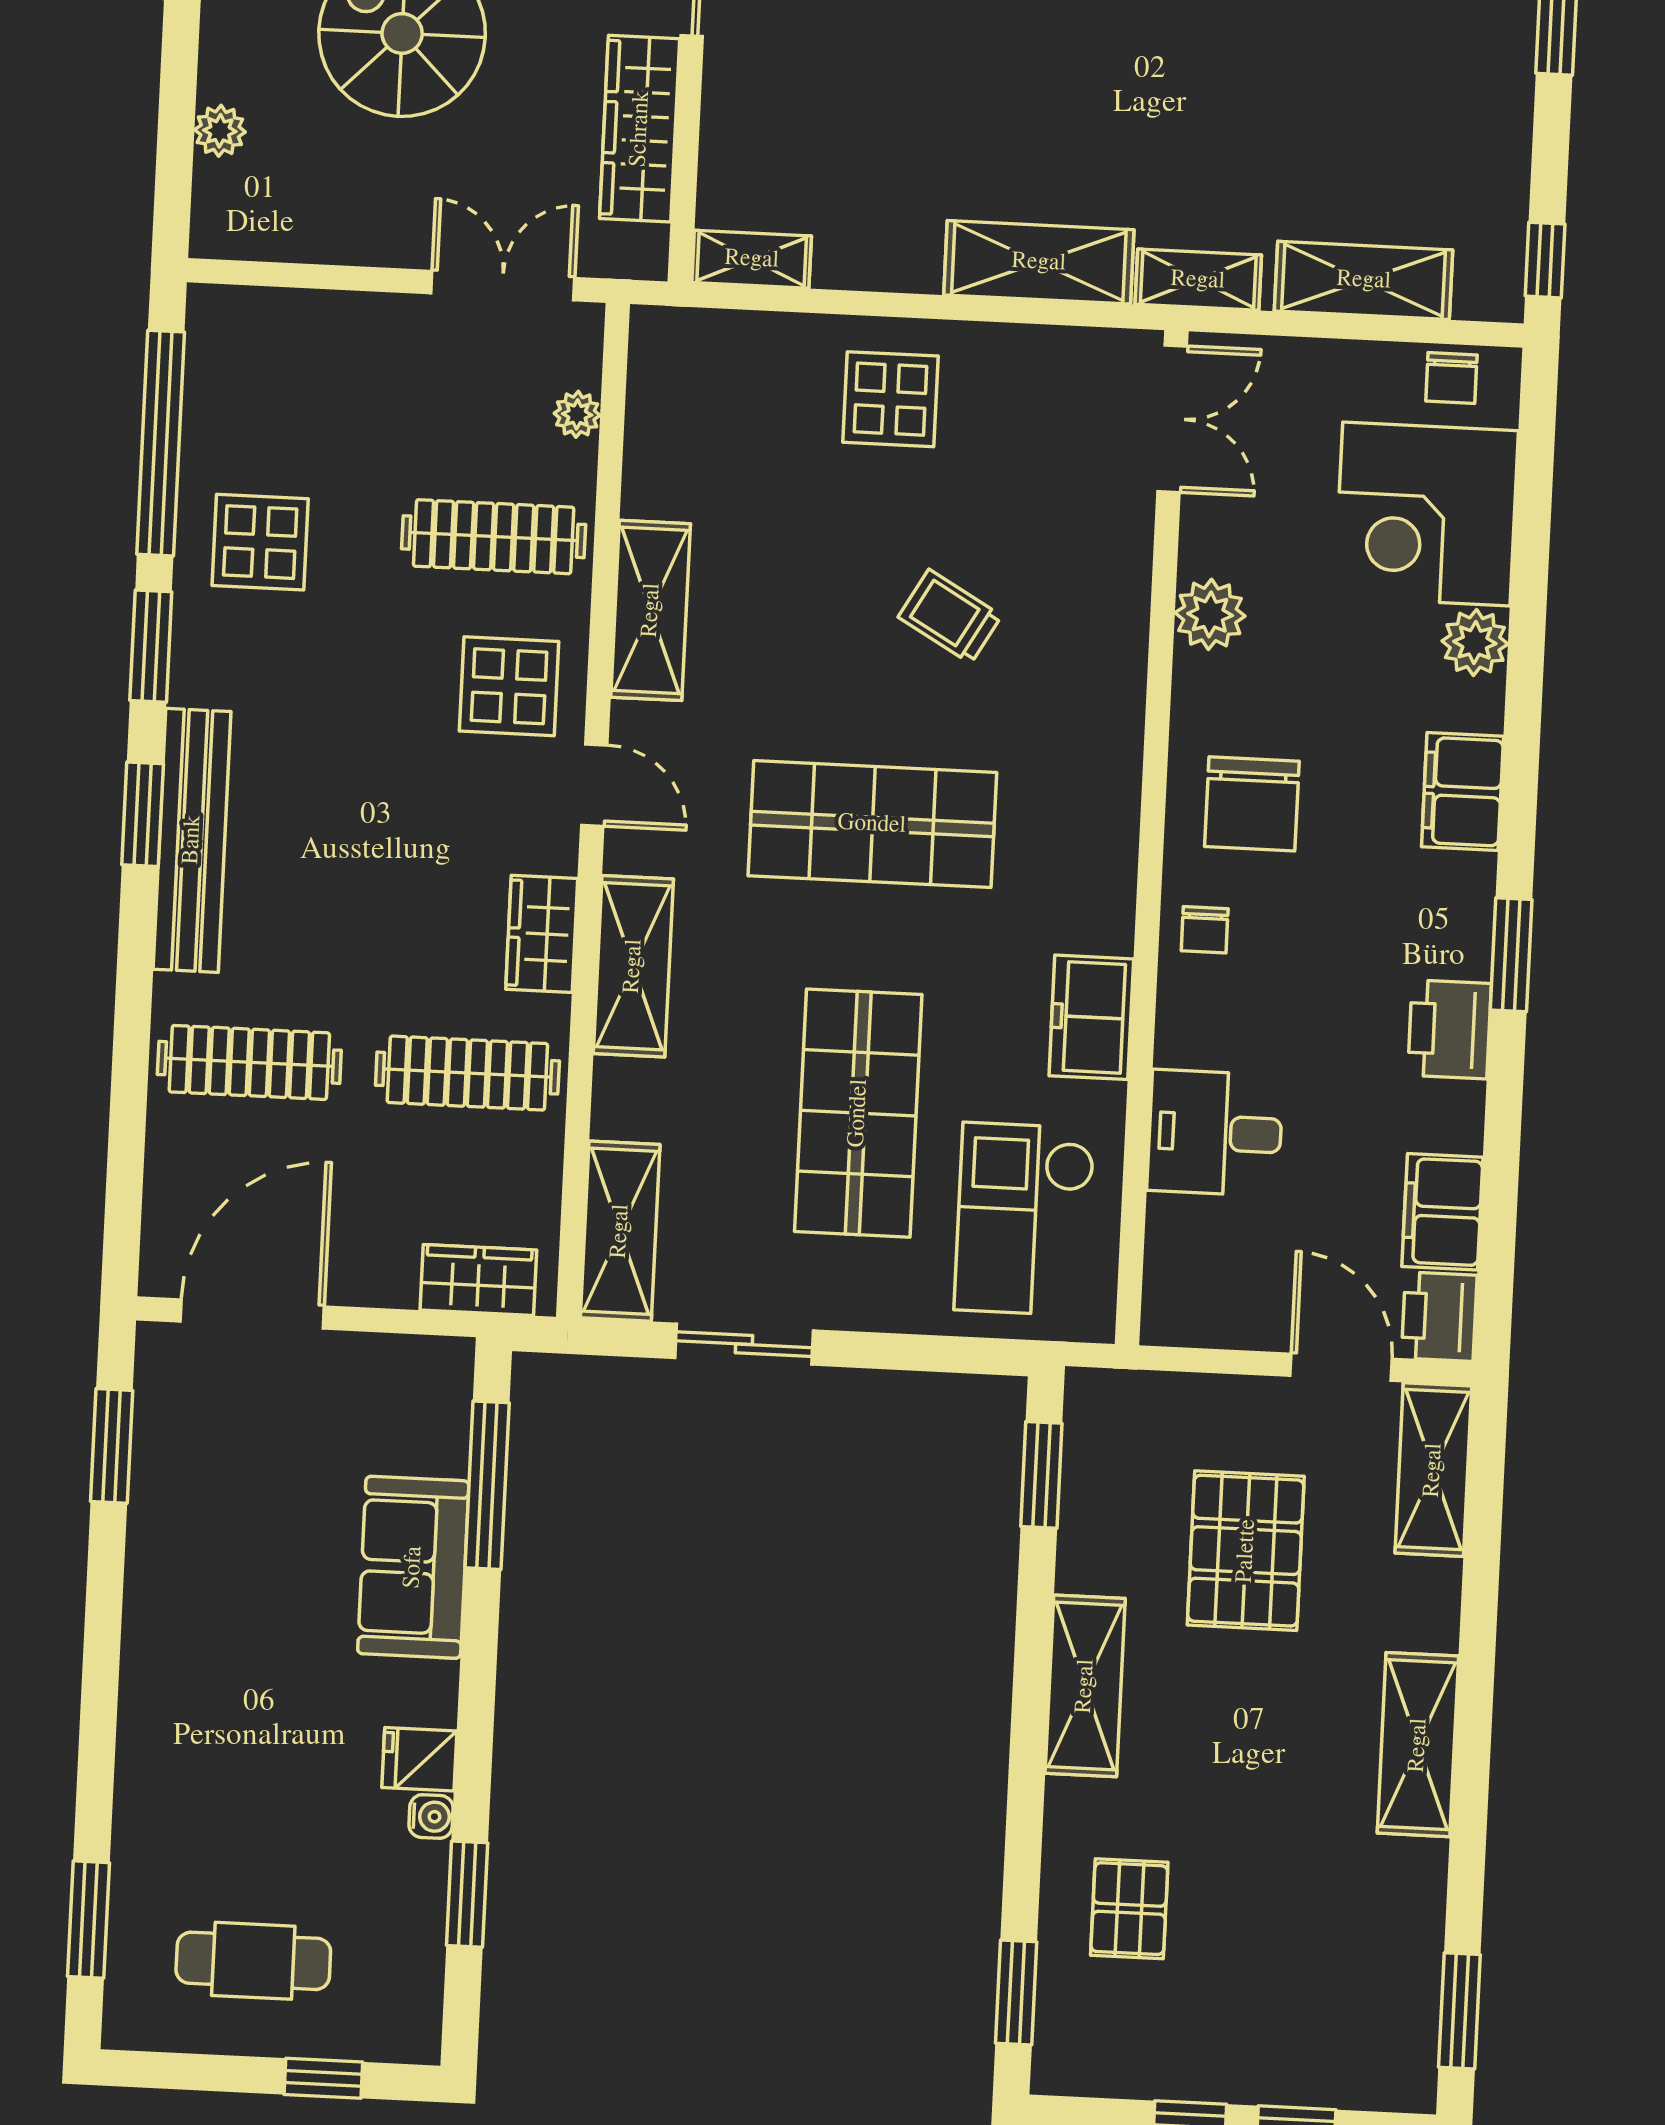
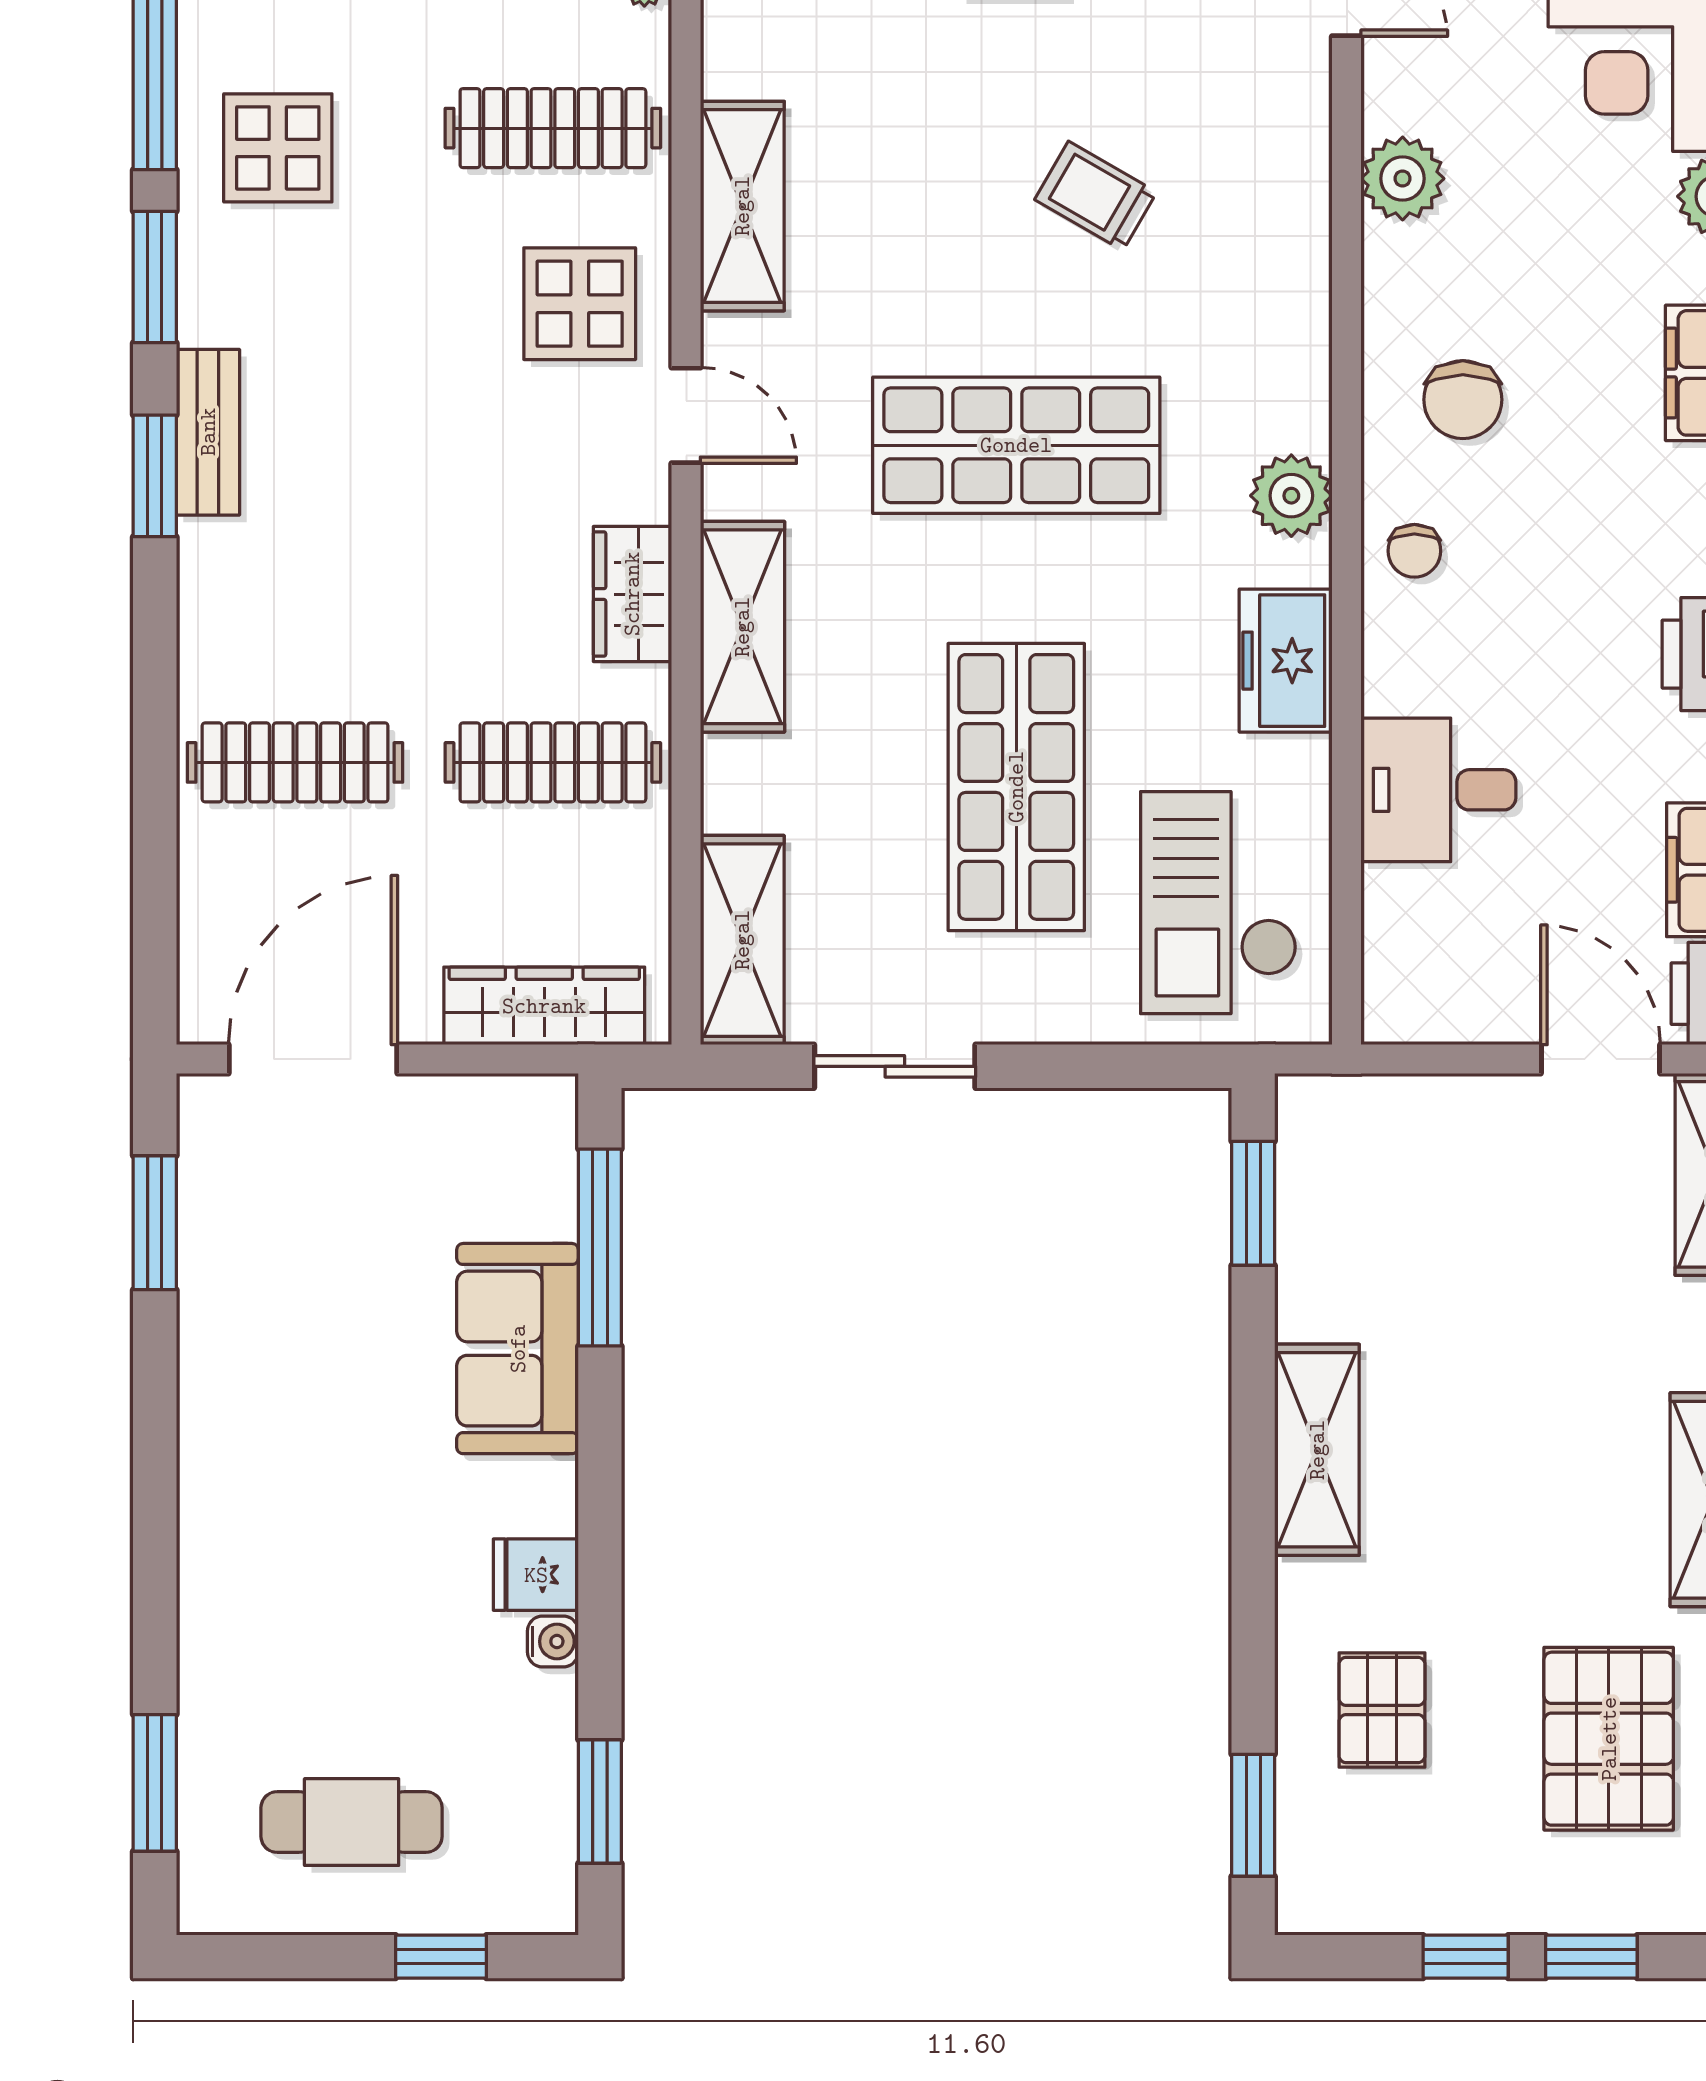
chair: (1252, 804) -> (1463, 400), width x0.73, depth x0.73
bench: (192, 840) -> (208, 432), width x0.54, depth x0.82
plant: (1103, 878) -> (1291, 496), added
wardrobe: (478, 1280) -> (544, 1006), width x1.50
pallet: (1246, 1551) -> (1609, 1739), moved
window: (467, 1894) -> (600, 1802), moved

